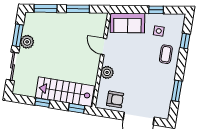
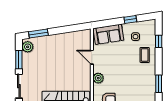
window: (78, 9) -> (65, 29), removed
plant: (27, 42) -> (28, 47), moved

